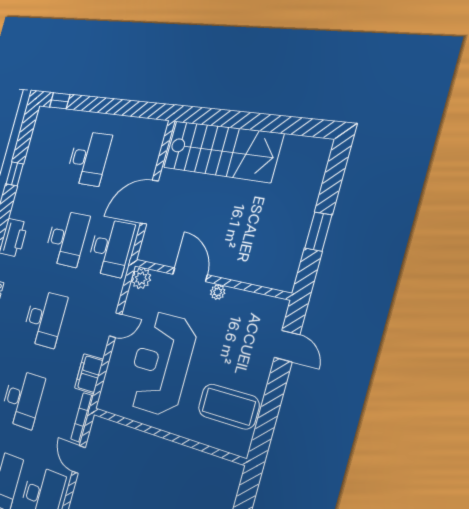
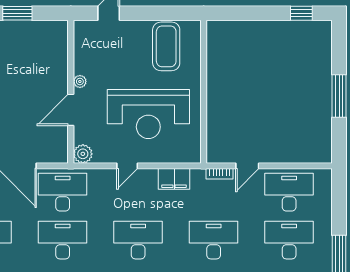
door: (116, 325) -> (127, 166), swing flipped
bookcase: (82, 417) -> (220, 174), width x0.64

